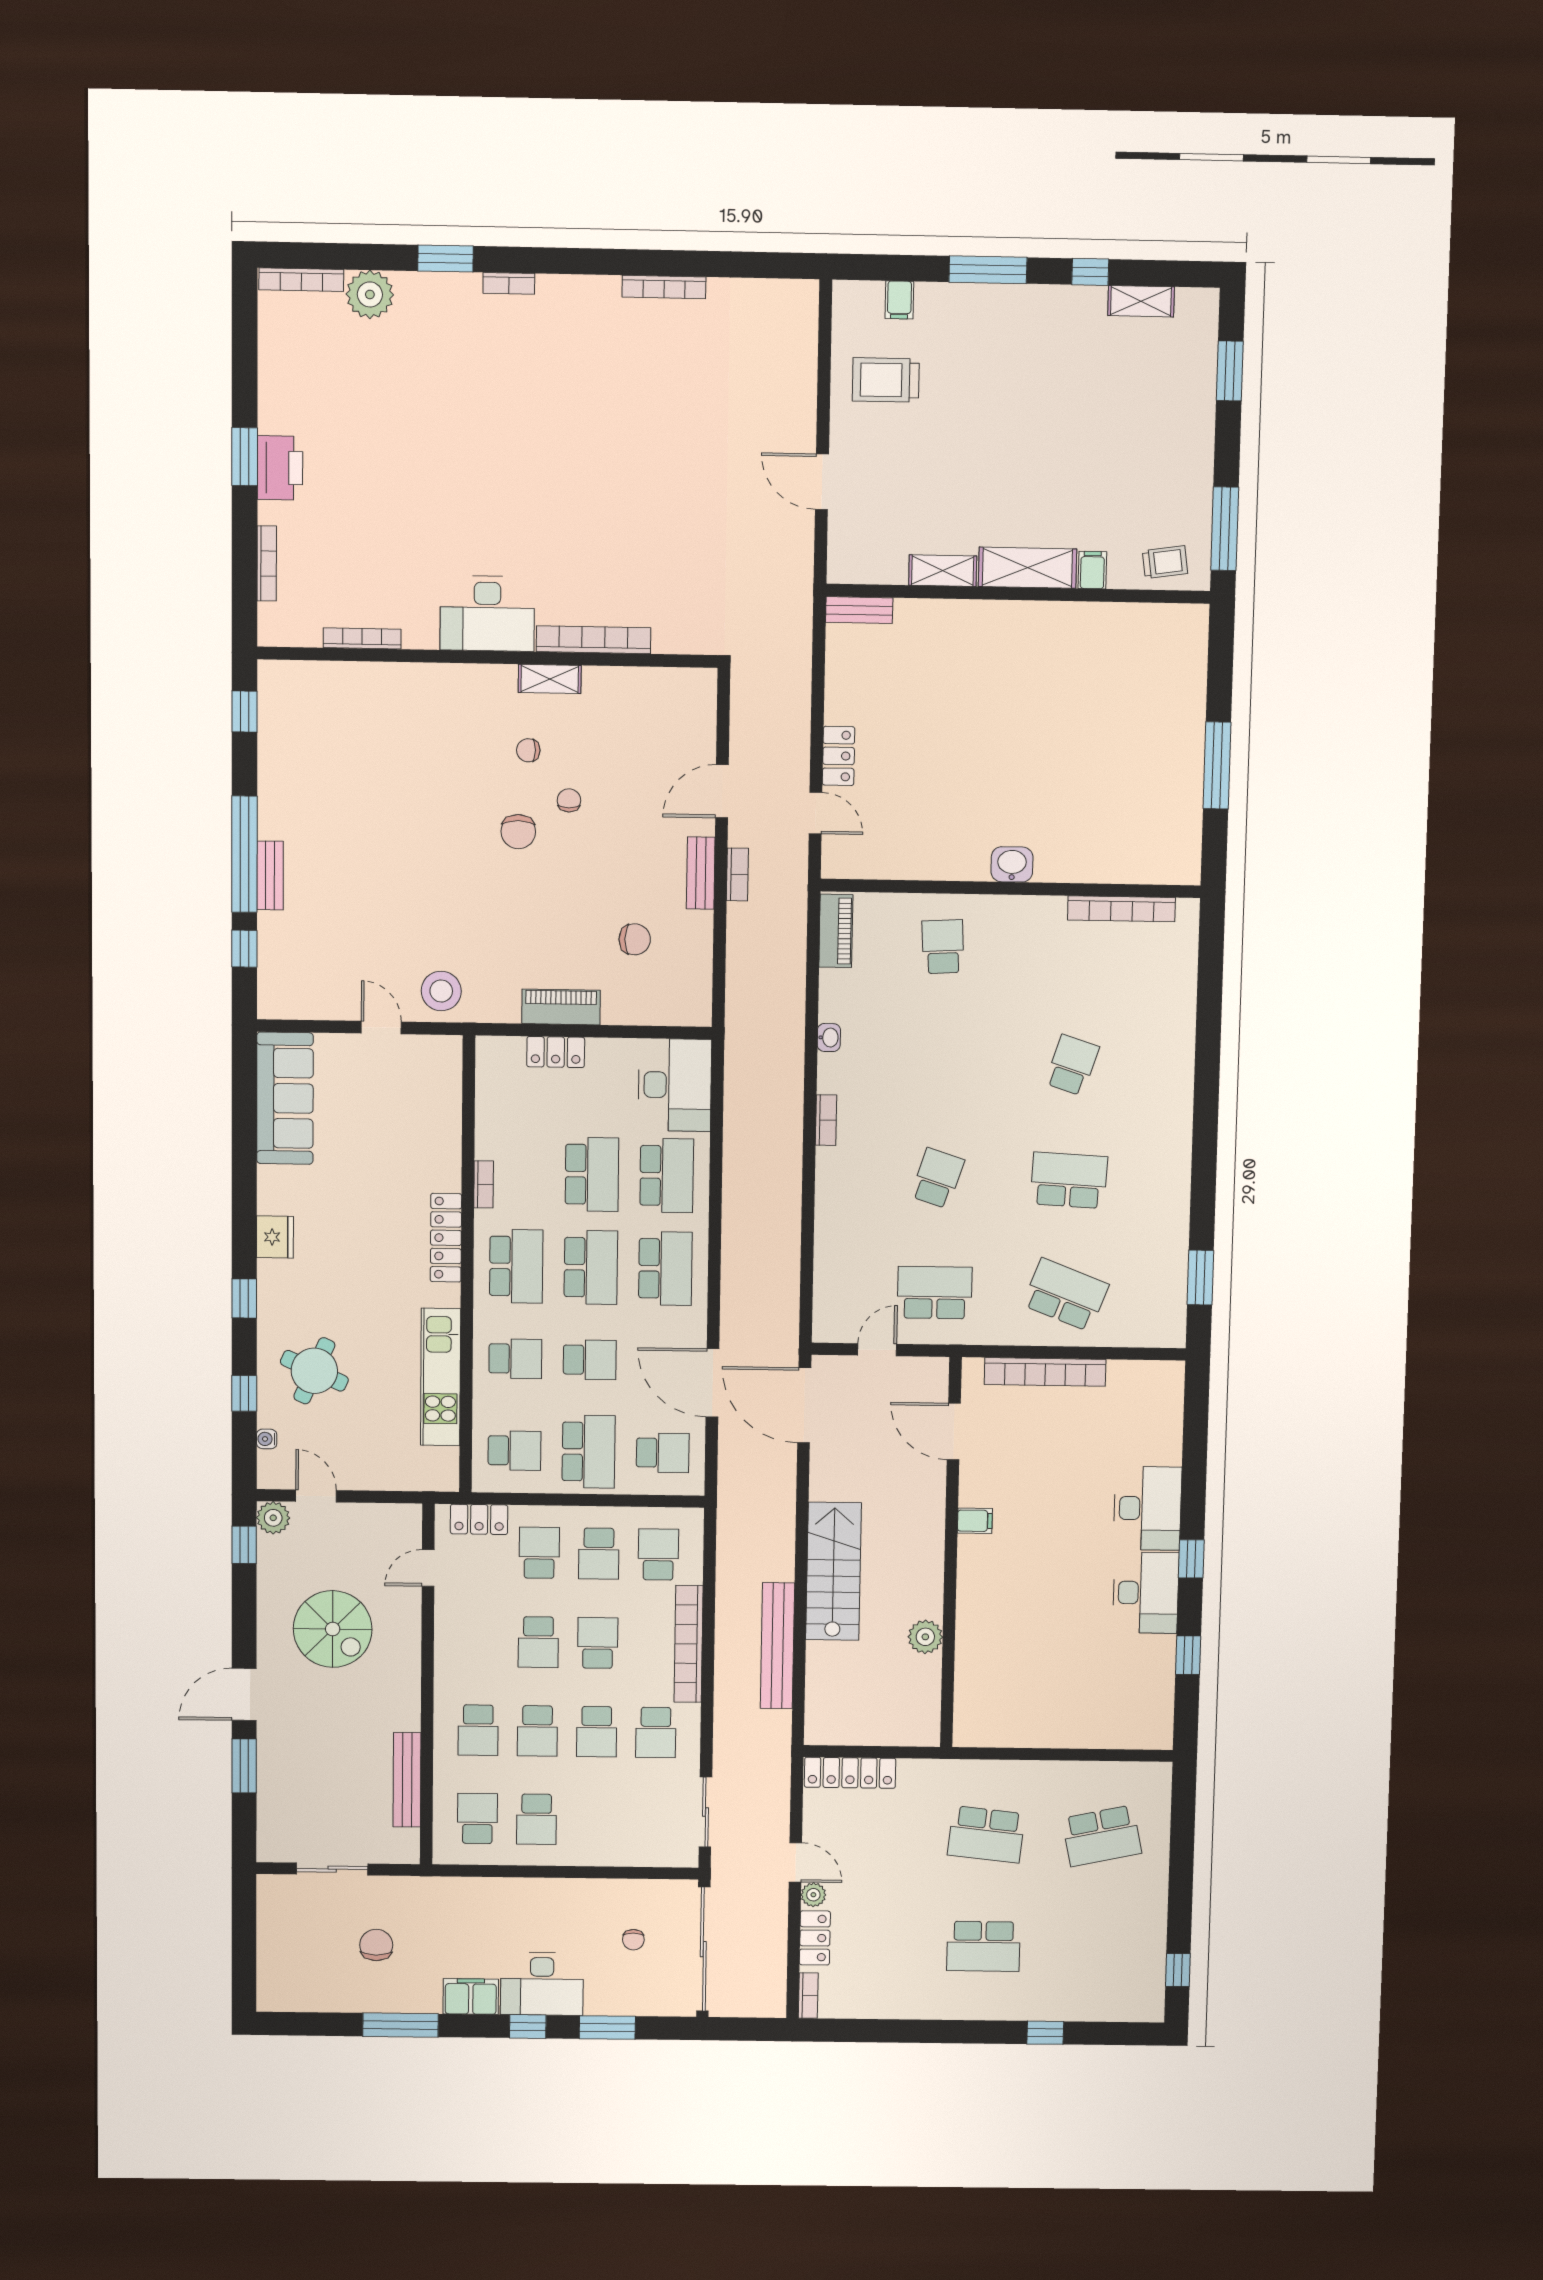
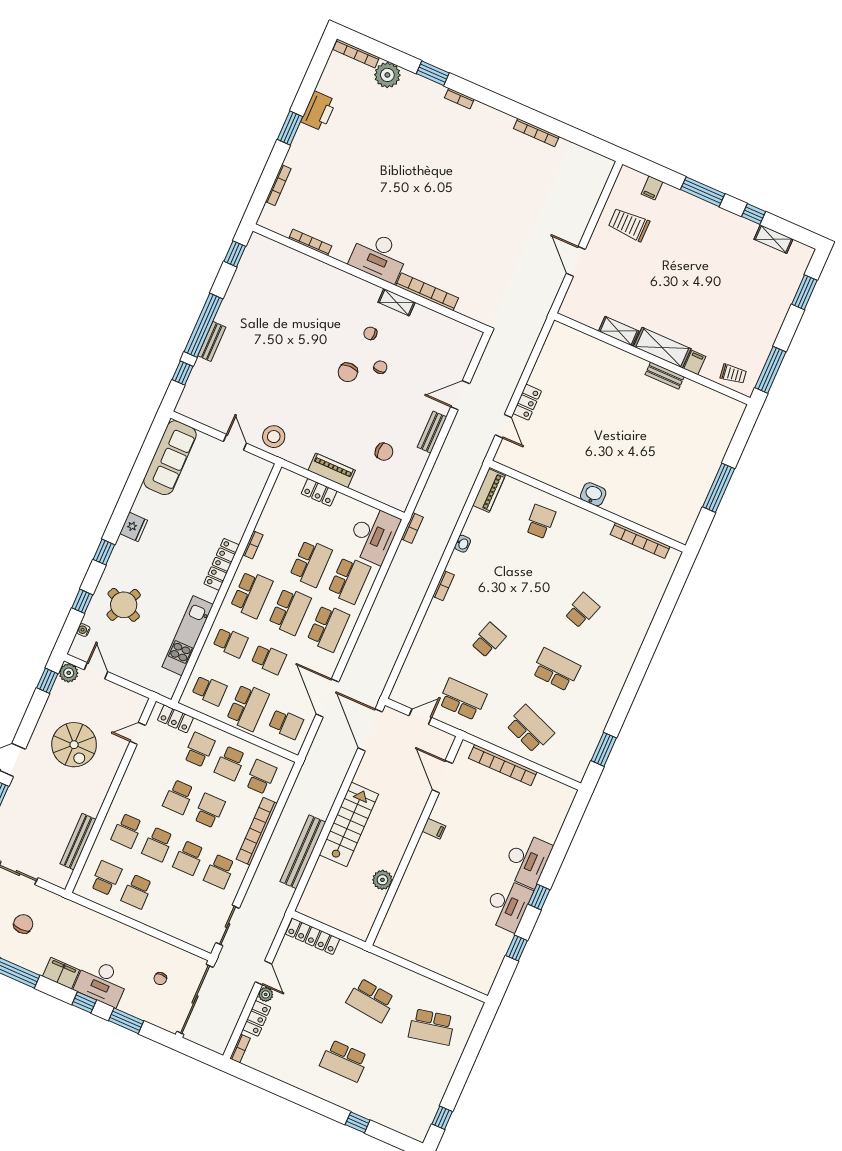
printer: (280, 468) -> (318, 111), moved
bench: (859, 610) -> (665, 376), moved
bookcase: (737, 874) -> (412, 528), moved

